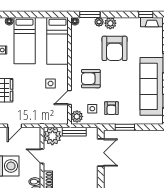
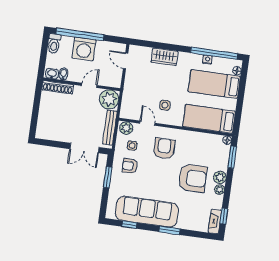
plant: (99, 22) -> (220, 190), moved
armchair: (115, 48) -> (193, 178), turned 180
bench: (74, 132) -> (110, 128), width x1.36

